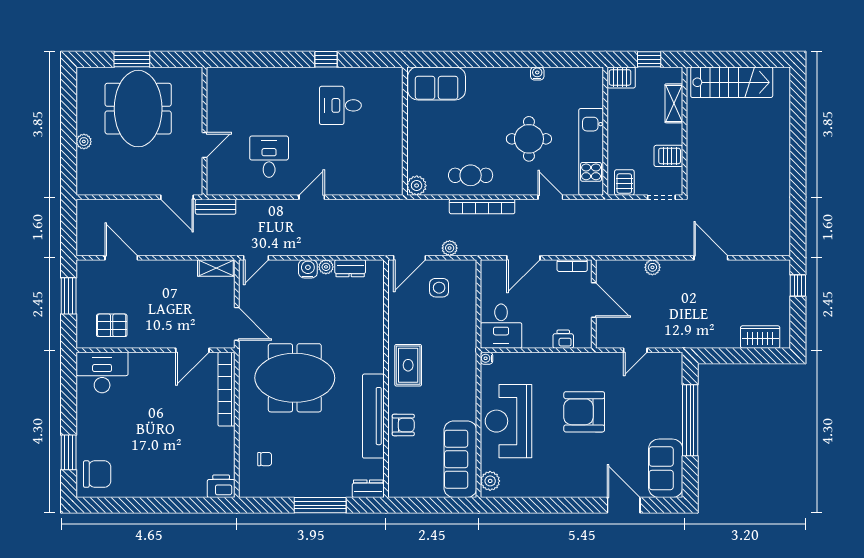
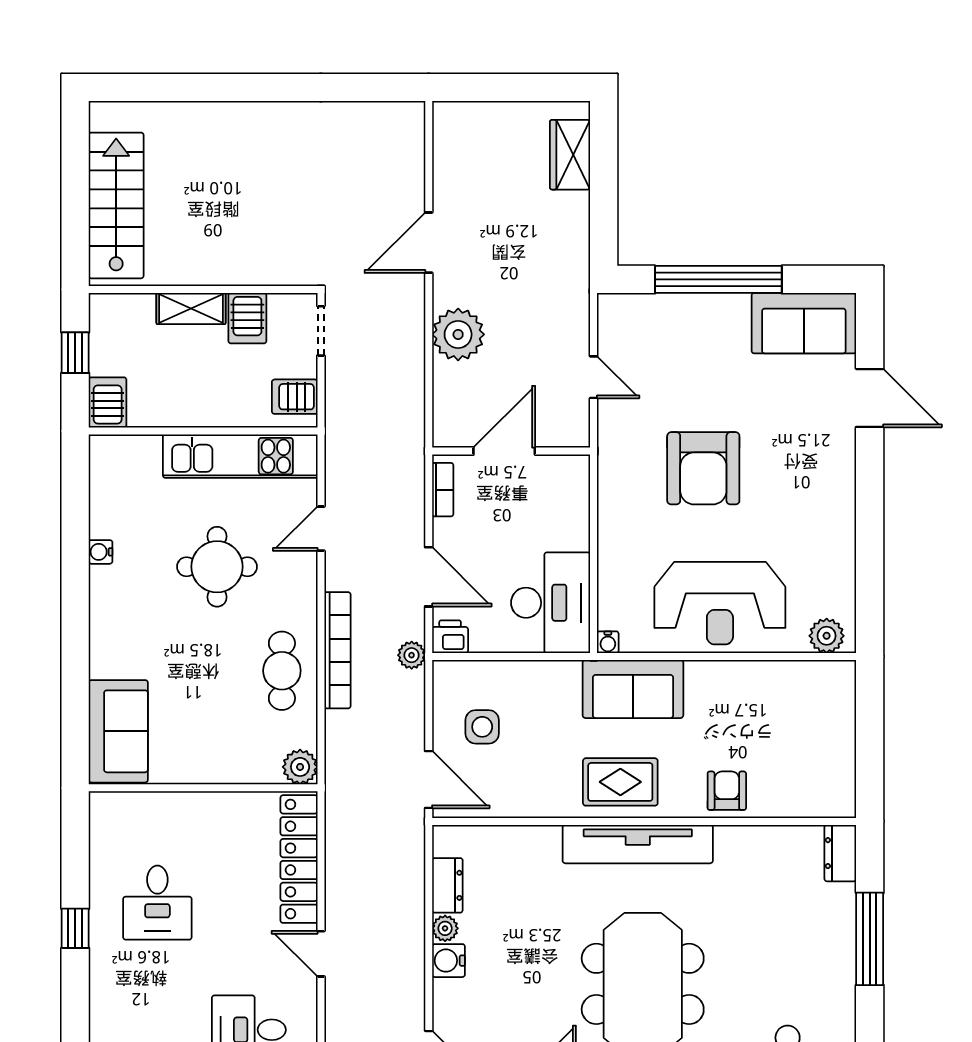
shelving: (674, 103) -> (191, 308), moved
locker: (365, 185) -> (299, 859), added
plant: (450, 248) -> (412, 655), moved
plant: (652, 267) -> (458, 334), width x1.87, depth x1.87
window: (798, 286) -> (478, 88), removed
desk: (501, 326) -> (551, 603), width x1.37
printer: (563, 339) -> (450, 637), moved, turned 90
tv unit: (373, 416) -> (638, 844), moved
sofa: (460, 459) -> (633, 689), moved, width x0.73
door: (624, 505) -> (870, 398), swing flipped

